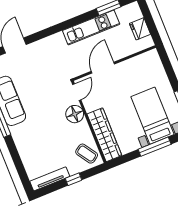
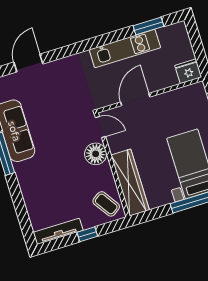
fridge: (140, 29) -> (188, 71), moved, turned 90
door: (77, 92) -> (100, 127), hinge flipped

